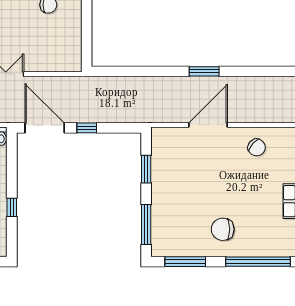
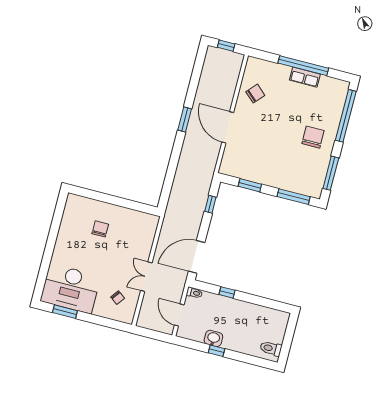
window: (87, 128) -> (210, 204), moved
window: (12, 207) -> (227, 292), moved
chair: (223, 229) -> (313, 137), turned 180

